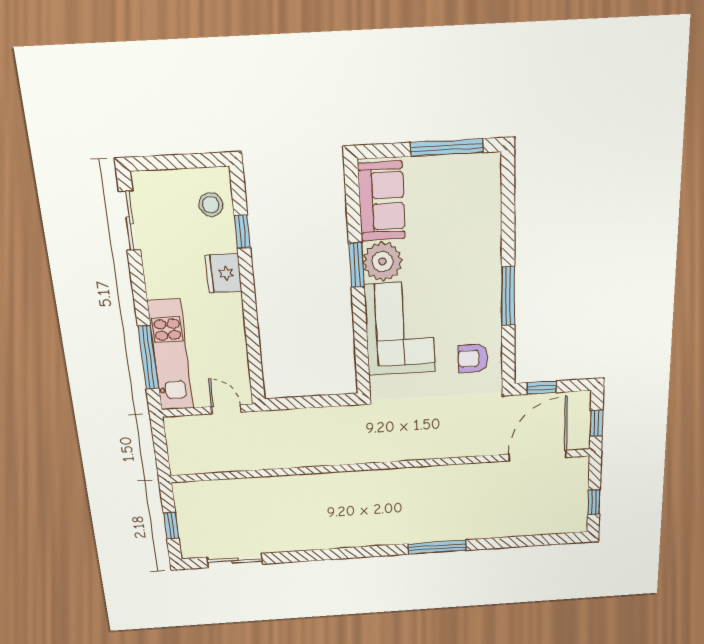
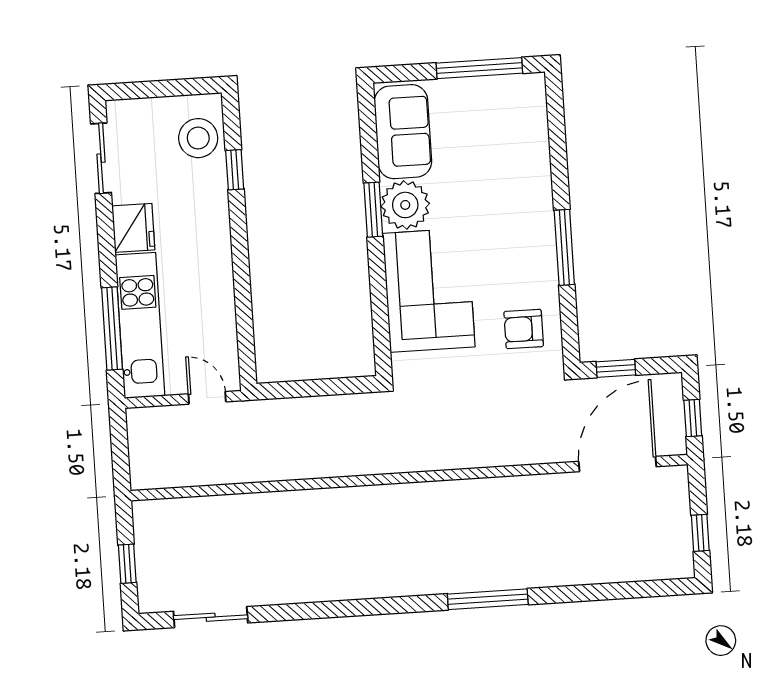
stool: (211, 205) -> (198, 138), width x1.38, depth x1.38
fridge: (224, 273) -> (133, 228), moved, turned 180

